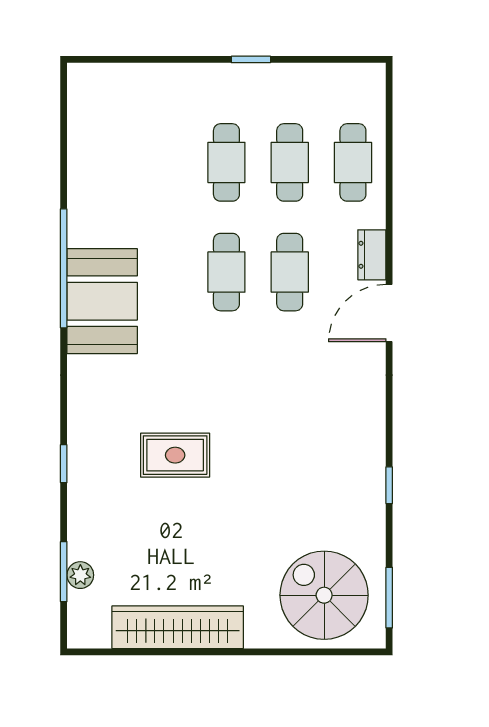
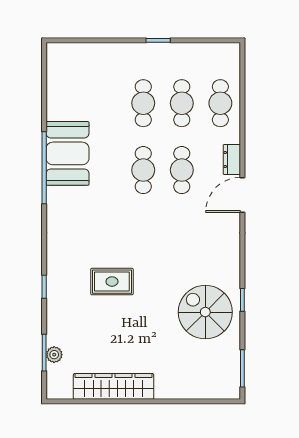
booth: (102, 301) -> (68, 153), moved
spiral stairs: (324, 595) -> (205, 312), moved

